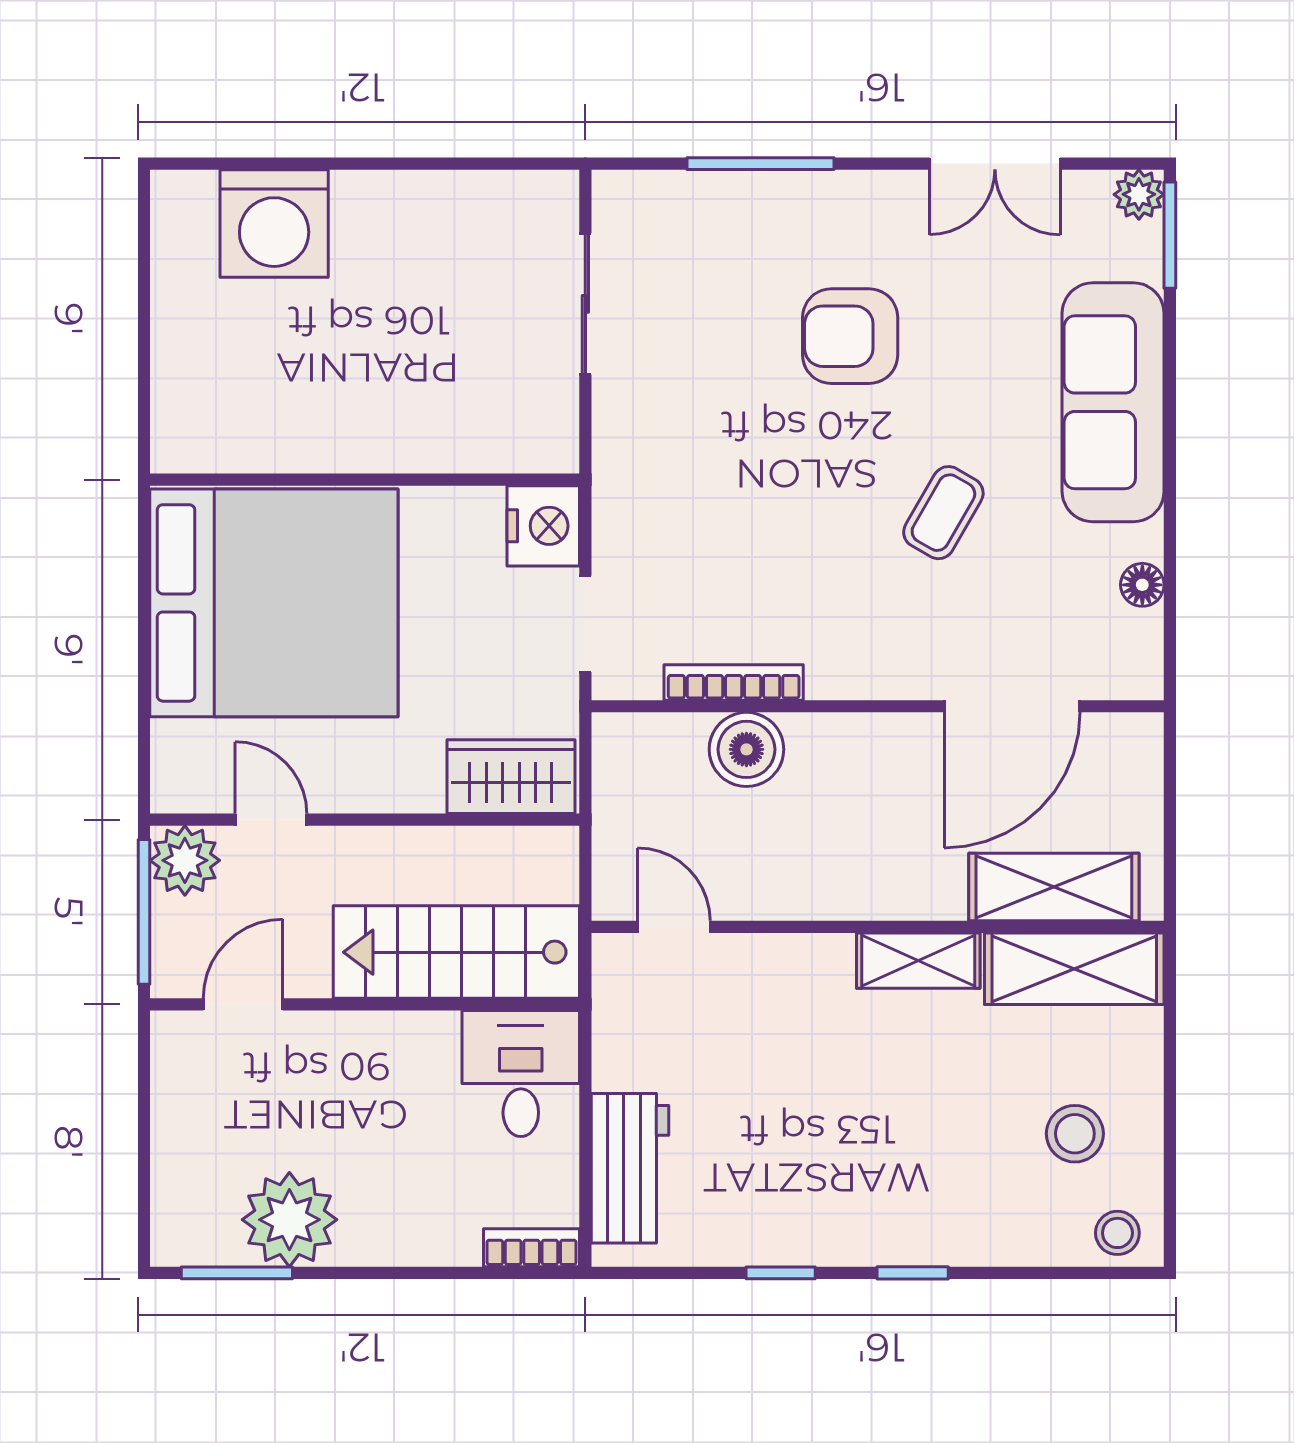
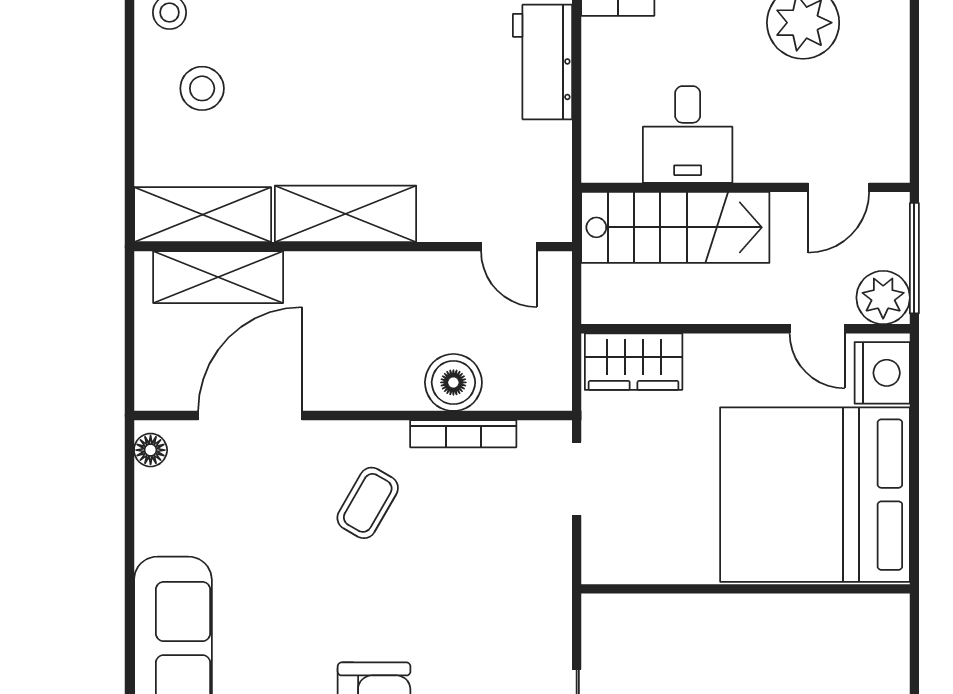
coffee table: (943, 513) -> (368, 503), moved
nightstand: (543, 526) -> (882, 373), moved, turned 180
floor lamp: (1142, 585) -> (151, 450), moved
shelving: (918, 961) -> (345, 214), width x1.50, depth x1.33
desk: (521, 1074) -> (688, 134), moved

